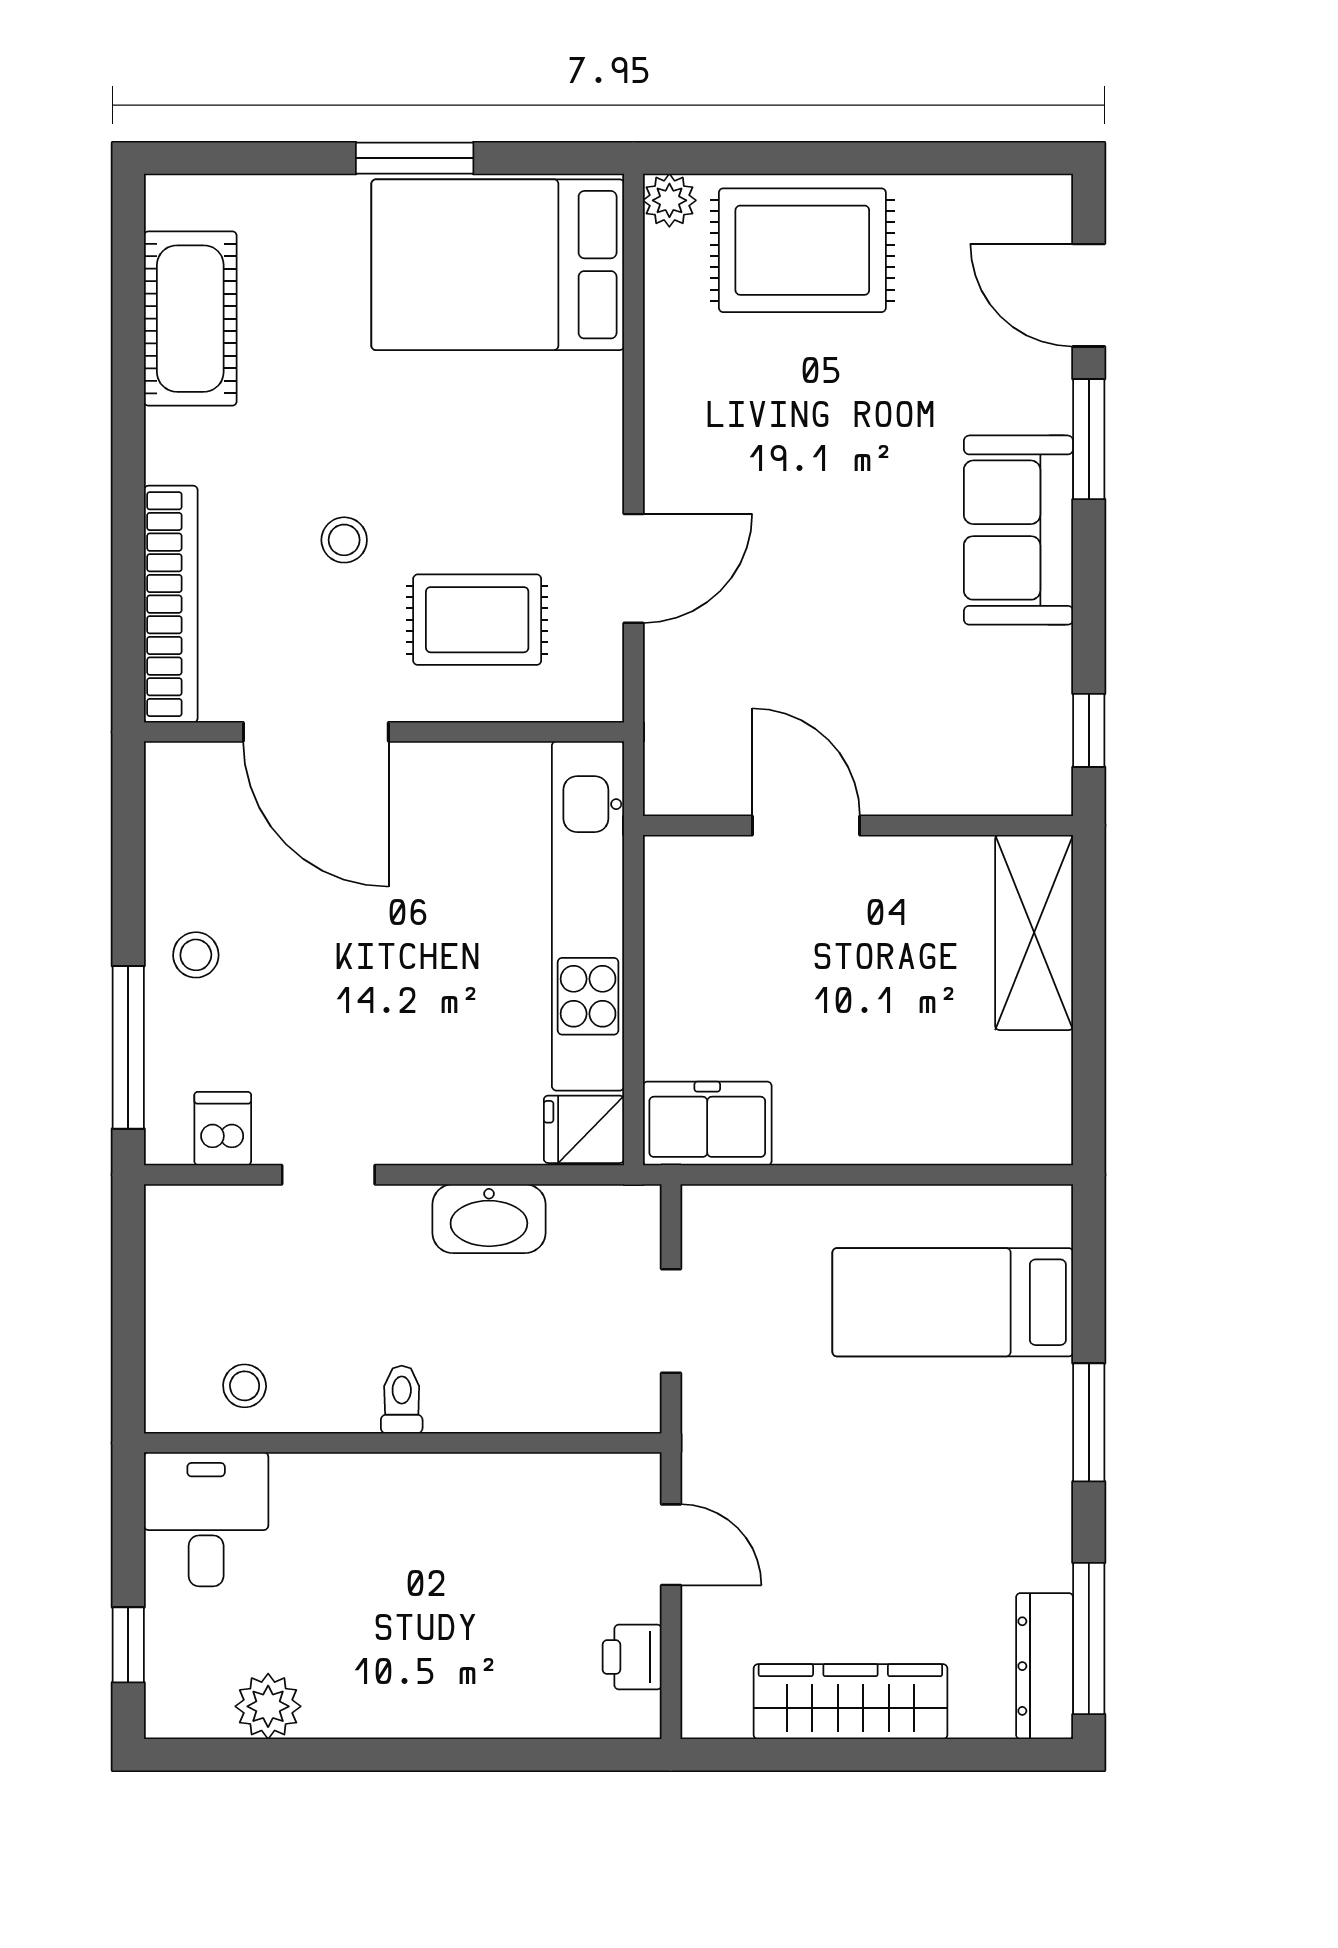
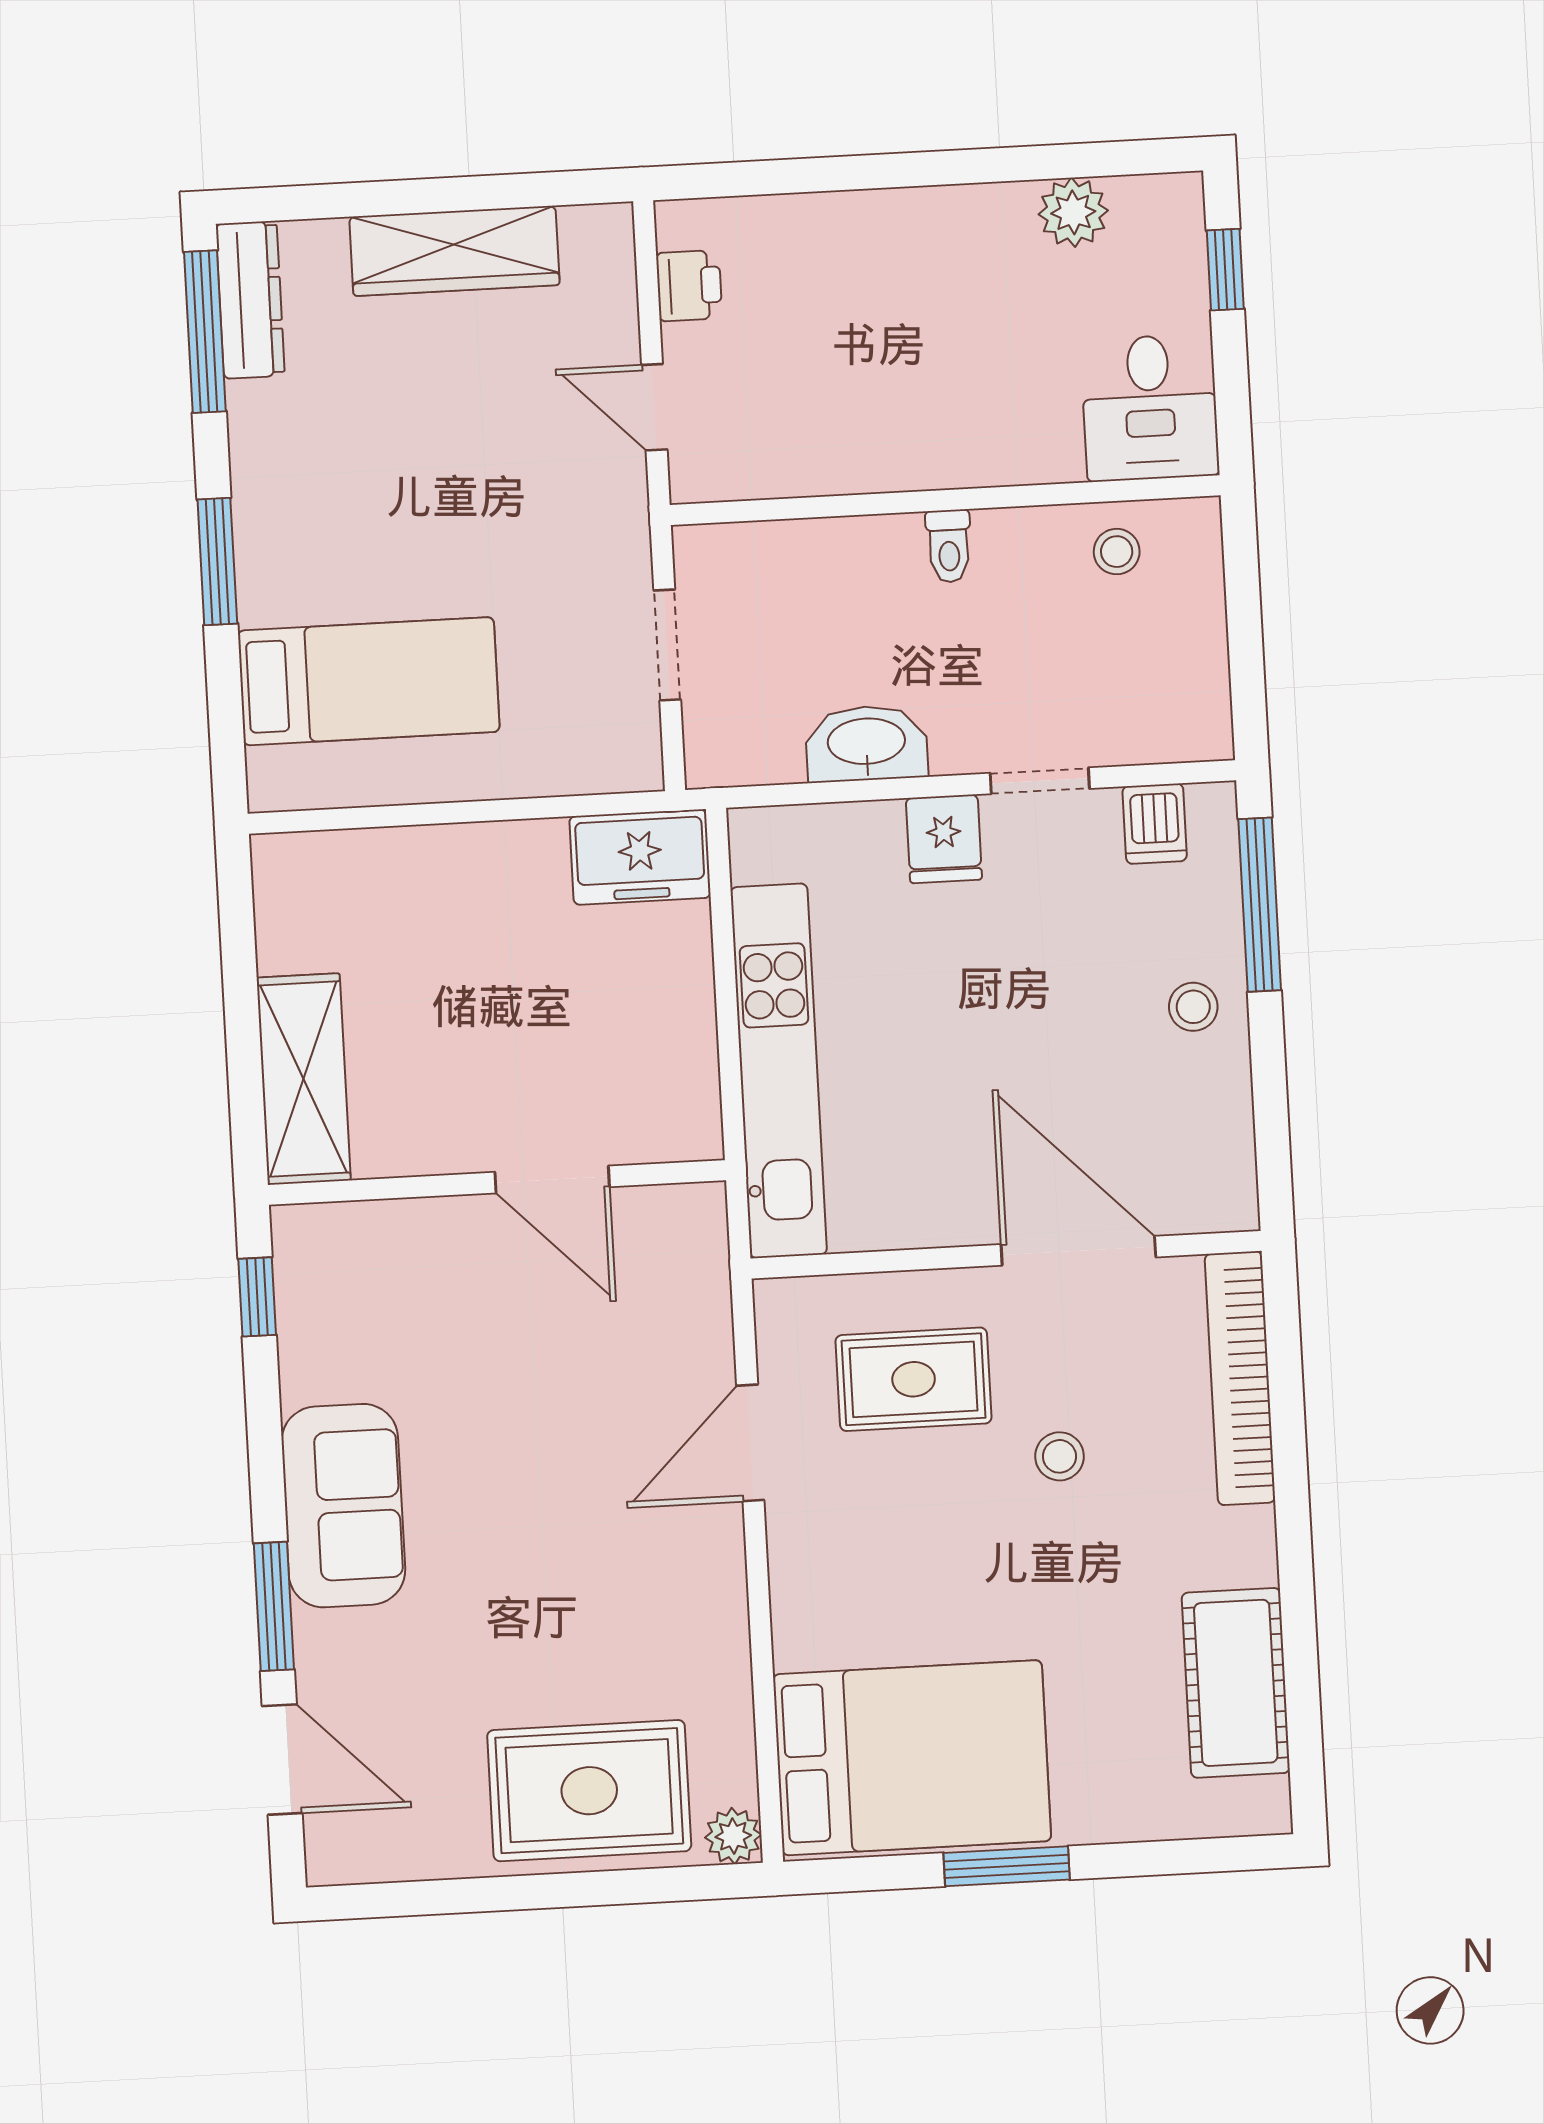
fridge: (584, 1129) -> (944, 839), moved, turned 90

